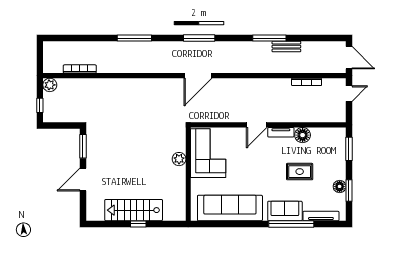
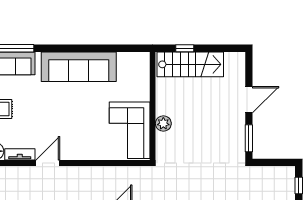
corner sofa: (208, 153) -> (130, 130), moved
plant: (179, 159) -> (163, 123), moved
wall: (188, 174) -> (153, 106), moved

